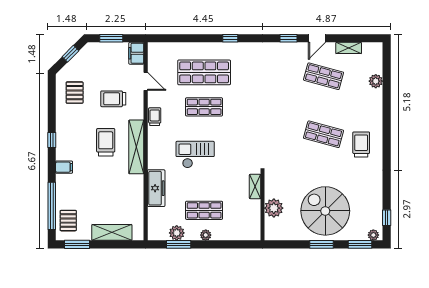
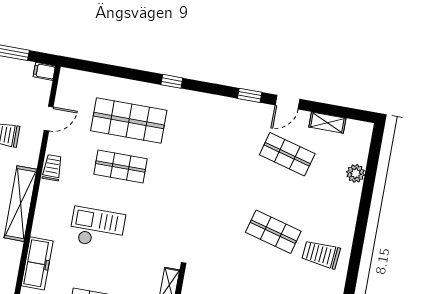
filing cabinet: (136, 53) -> (44, 71), width x0.50
door: (146, 81) -> (49, 119), hinge flipped
trolley: (361, 144) -> (321, 254), turned -85

